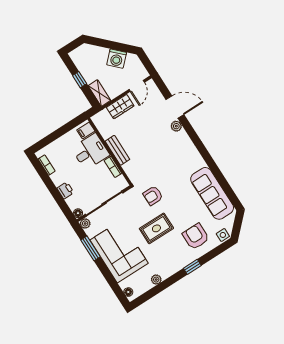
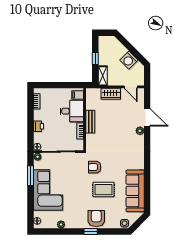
door: (137, 86) -> (131, 87), hinge flipped
rug: (156, 228) -> (104, 190), moved
armchair: (196, 237) -> (96, 218), moved

